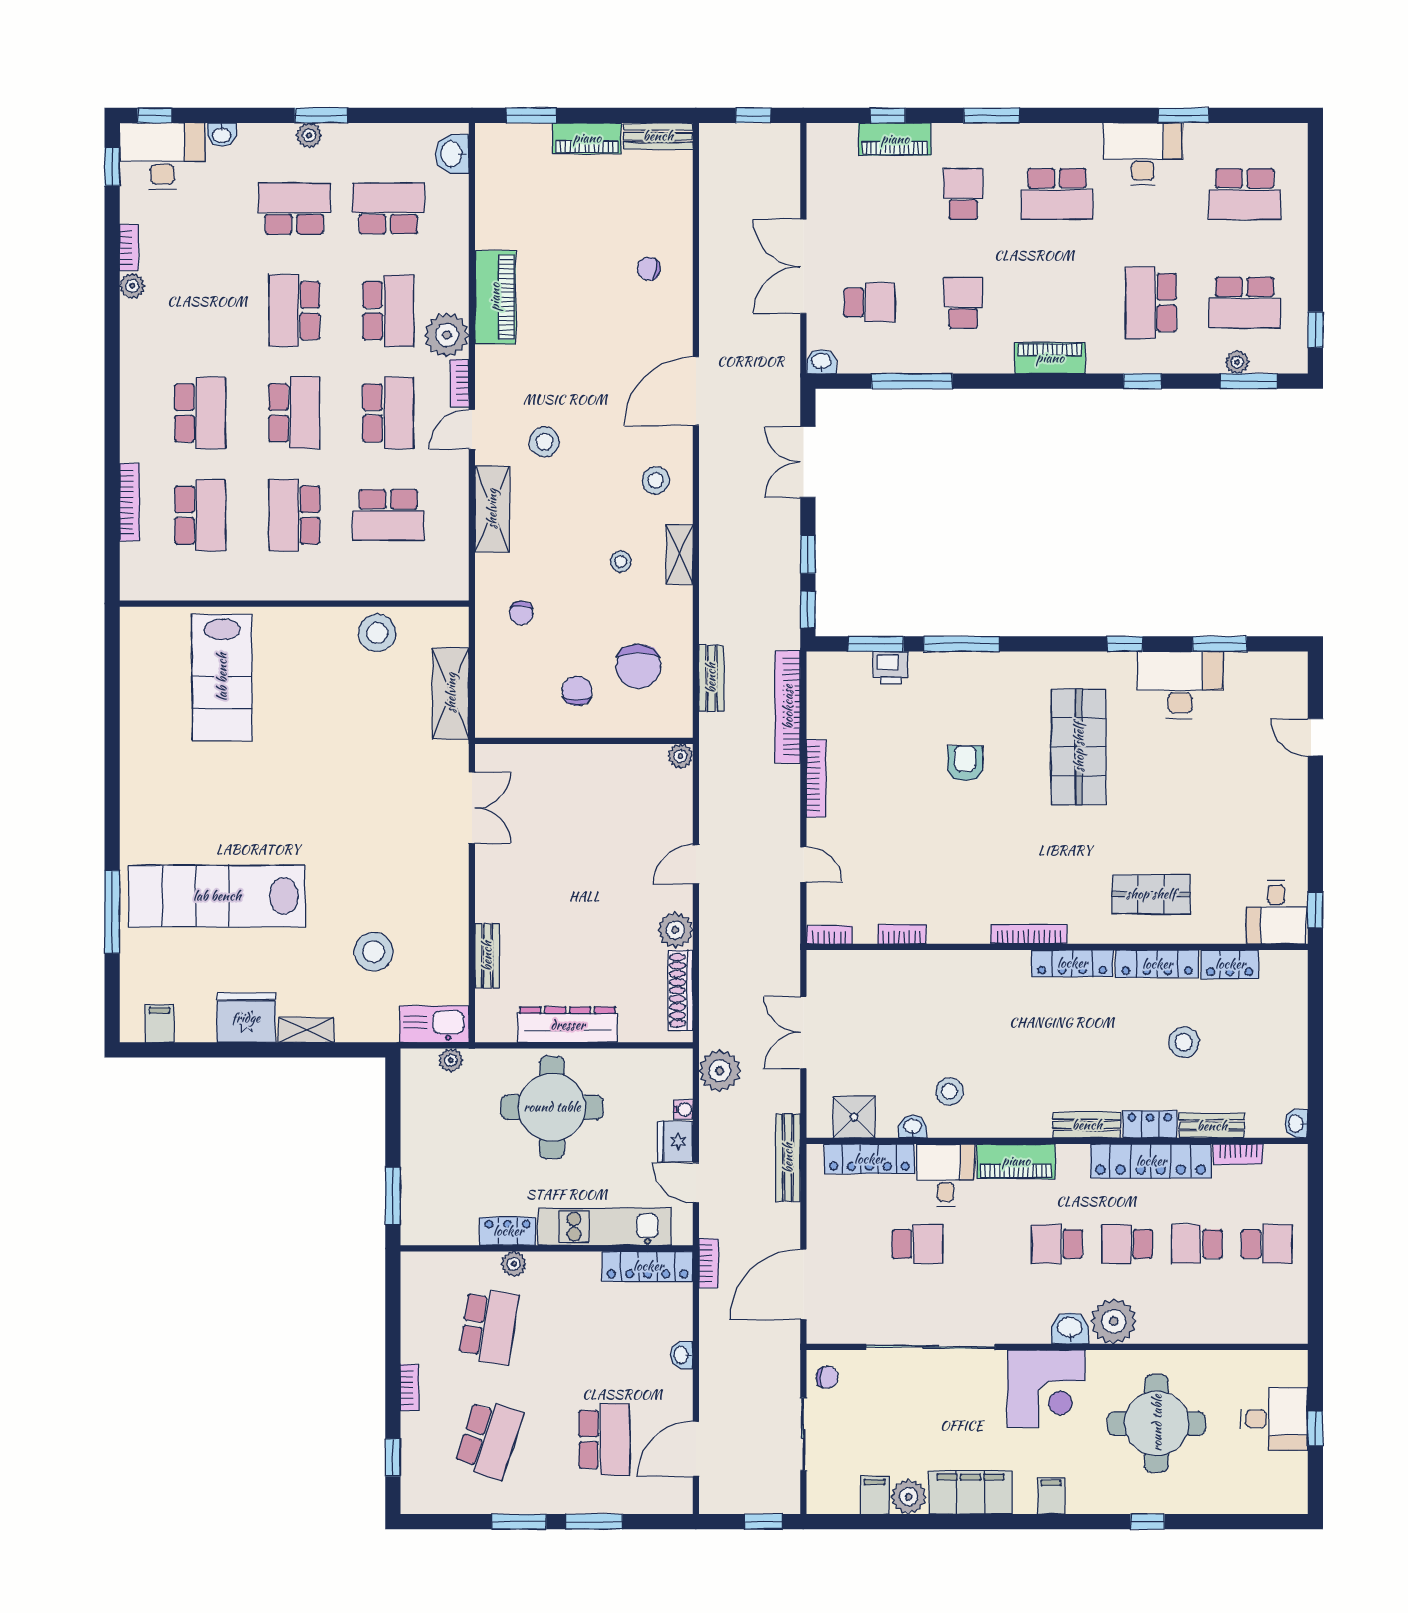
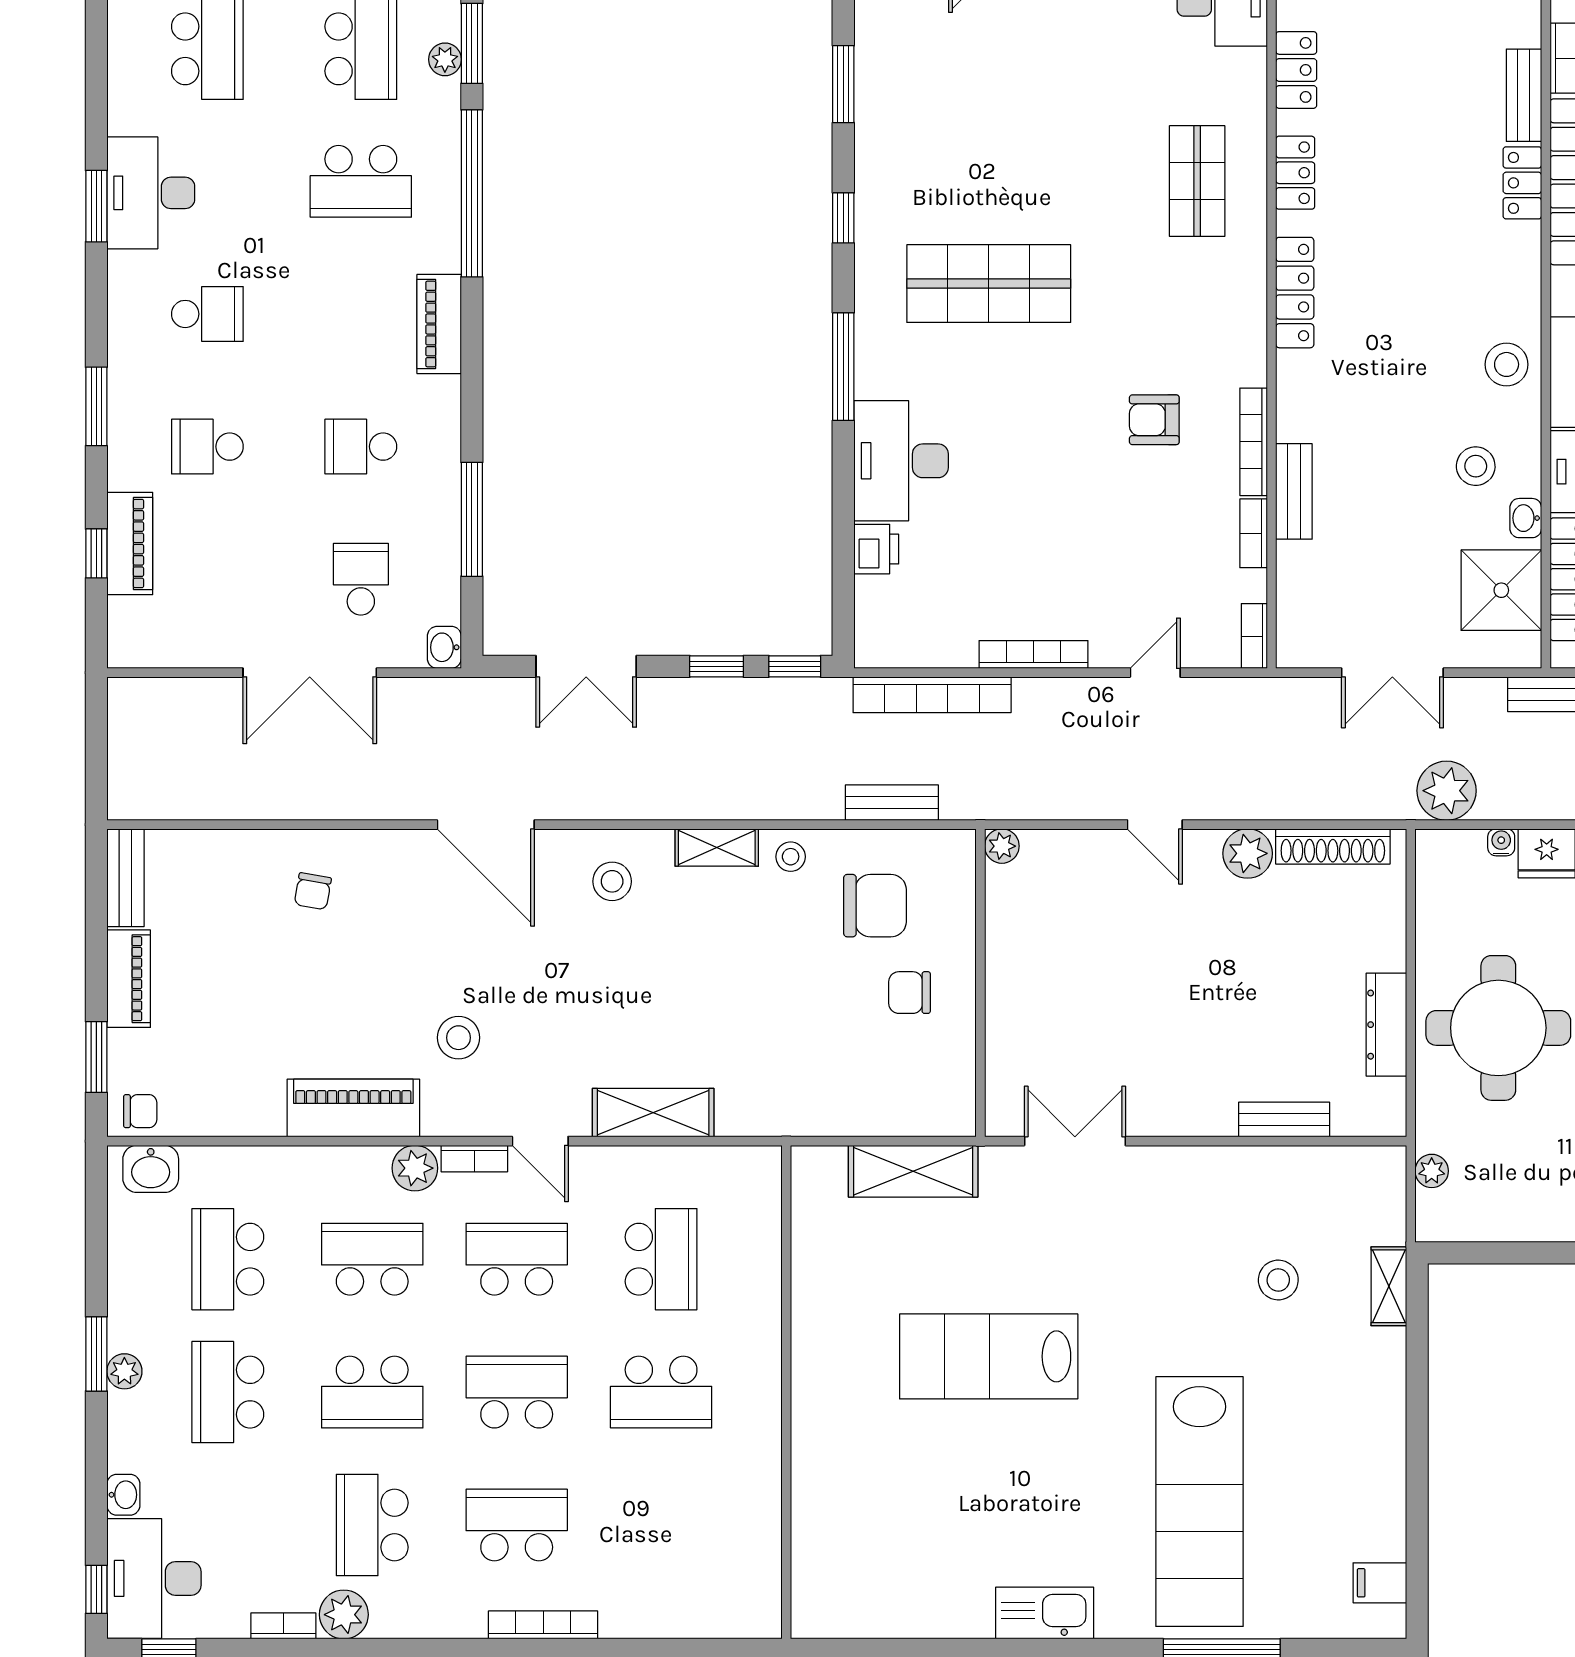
window: (753, 115) -> (96, 743), removed
window: (1184, 115) -> (96, 206), moved
school desk: (1057, 194) -> (207, 314), width x0.54
plant: (132, 286) -> (344, 1615), width x1.38, depth x1.38
plant: (447, 335) -> (415, 1168), width x0.73, depth x0.73
window: (1142, 381) -> (472, 193), width x3.17
stool: (544, 442) -> (459, 1038), moved
bookcase: (130, 502) -> (543, 1625), moved
school desk: (200, 515) -> (372, 1525), moved, turned -90
stool: (621, 561) -> (791, 857), moved
chair: (521, 613) -> (140, 1111), moved
stool: (377, 633) -> (828, 1275), removed
window: (876, 644) -> (843, 570), removed
window: (962, 644) -> (843, 367), moved
lab bench: (222, 677) -> (989, 1356), moved, turned 180
desk: (1180, 685) -> (901, 461), moved
armchair: (965, 763) -> (1154, 420), moved
bookcase: (1029, 934) -> (1254, 442), moved
stool: (374, 952) -> (1278, 1280), width x0.73, depth x0.73
locker: (1157, 964) -> (1295, 173), width x0.66
fridge: (246, 1018) -> (1371, 1460), removed
kitchen sink: (434, 1024) -> (1045, 1613), moved, turned 90
dresser: (568, 1025) -> (1386, 1025), width x0.73, depth x0.80
shelving: (306, 1030) -> (1389, 1286), moved
stool: (1184, 1042) -> (1507, 364), moved
shower: (854, 1117) -> (1501, 590), width x1.36, depth x1.36
bench: (1087, 1125) -> (1294, 491), moved

